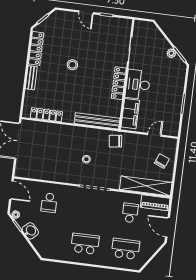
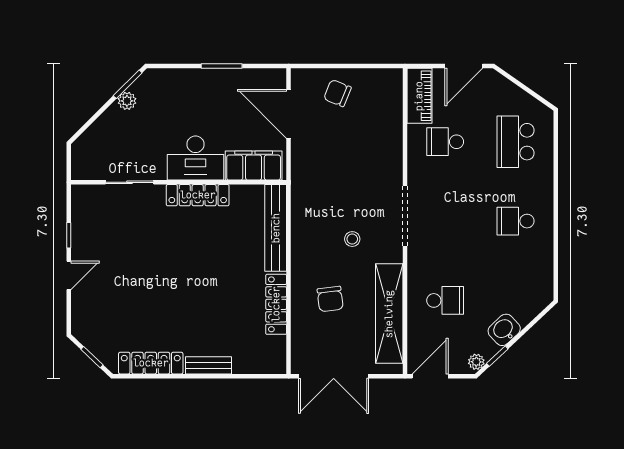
stool: (72, 65) -> (173, 289), removed
locker: (46, 115) -> (276, 304), moved
door: (154, 135) -> (289, 114), width x1.88
chair: (115, 141) -> (330, 299), moved
shelving: (146, 186) -> (389, 314), moved
school desk: (85, 244) -> (516, 221), width x0.54

